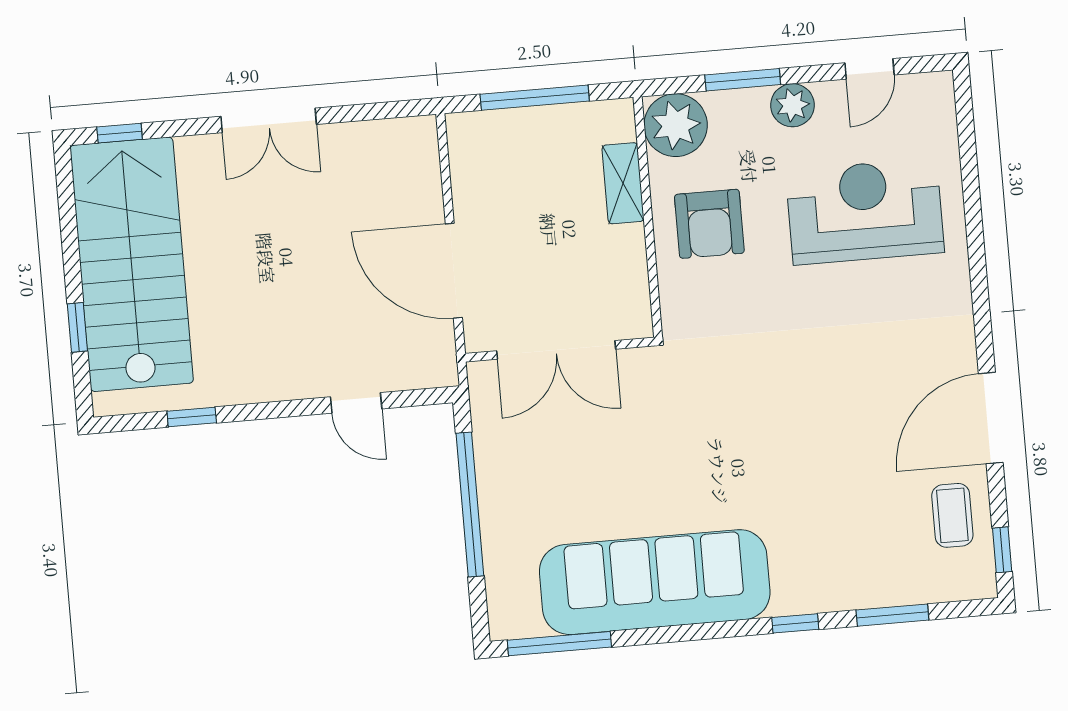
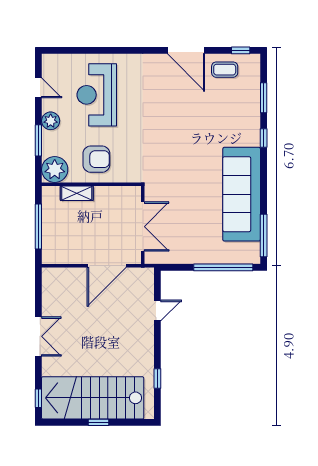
window: (77, 327) -> (99, 422), moved
window: (470, 505) -> (223, 267), moved

